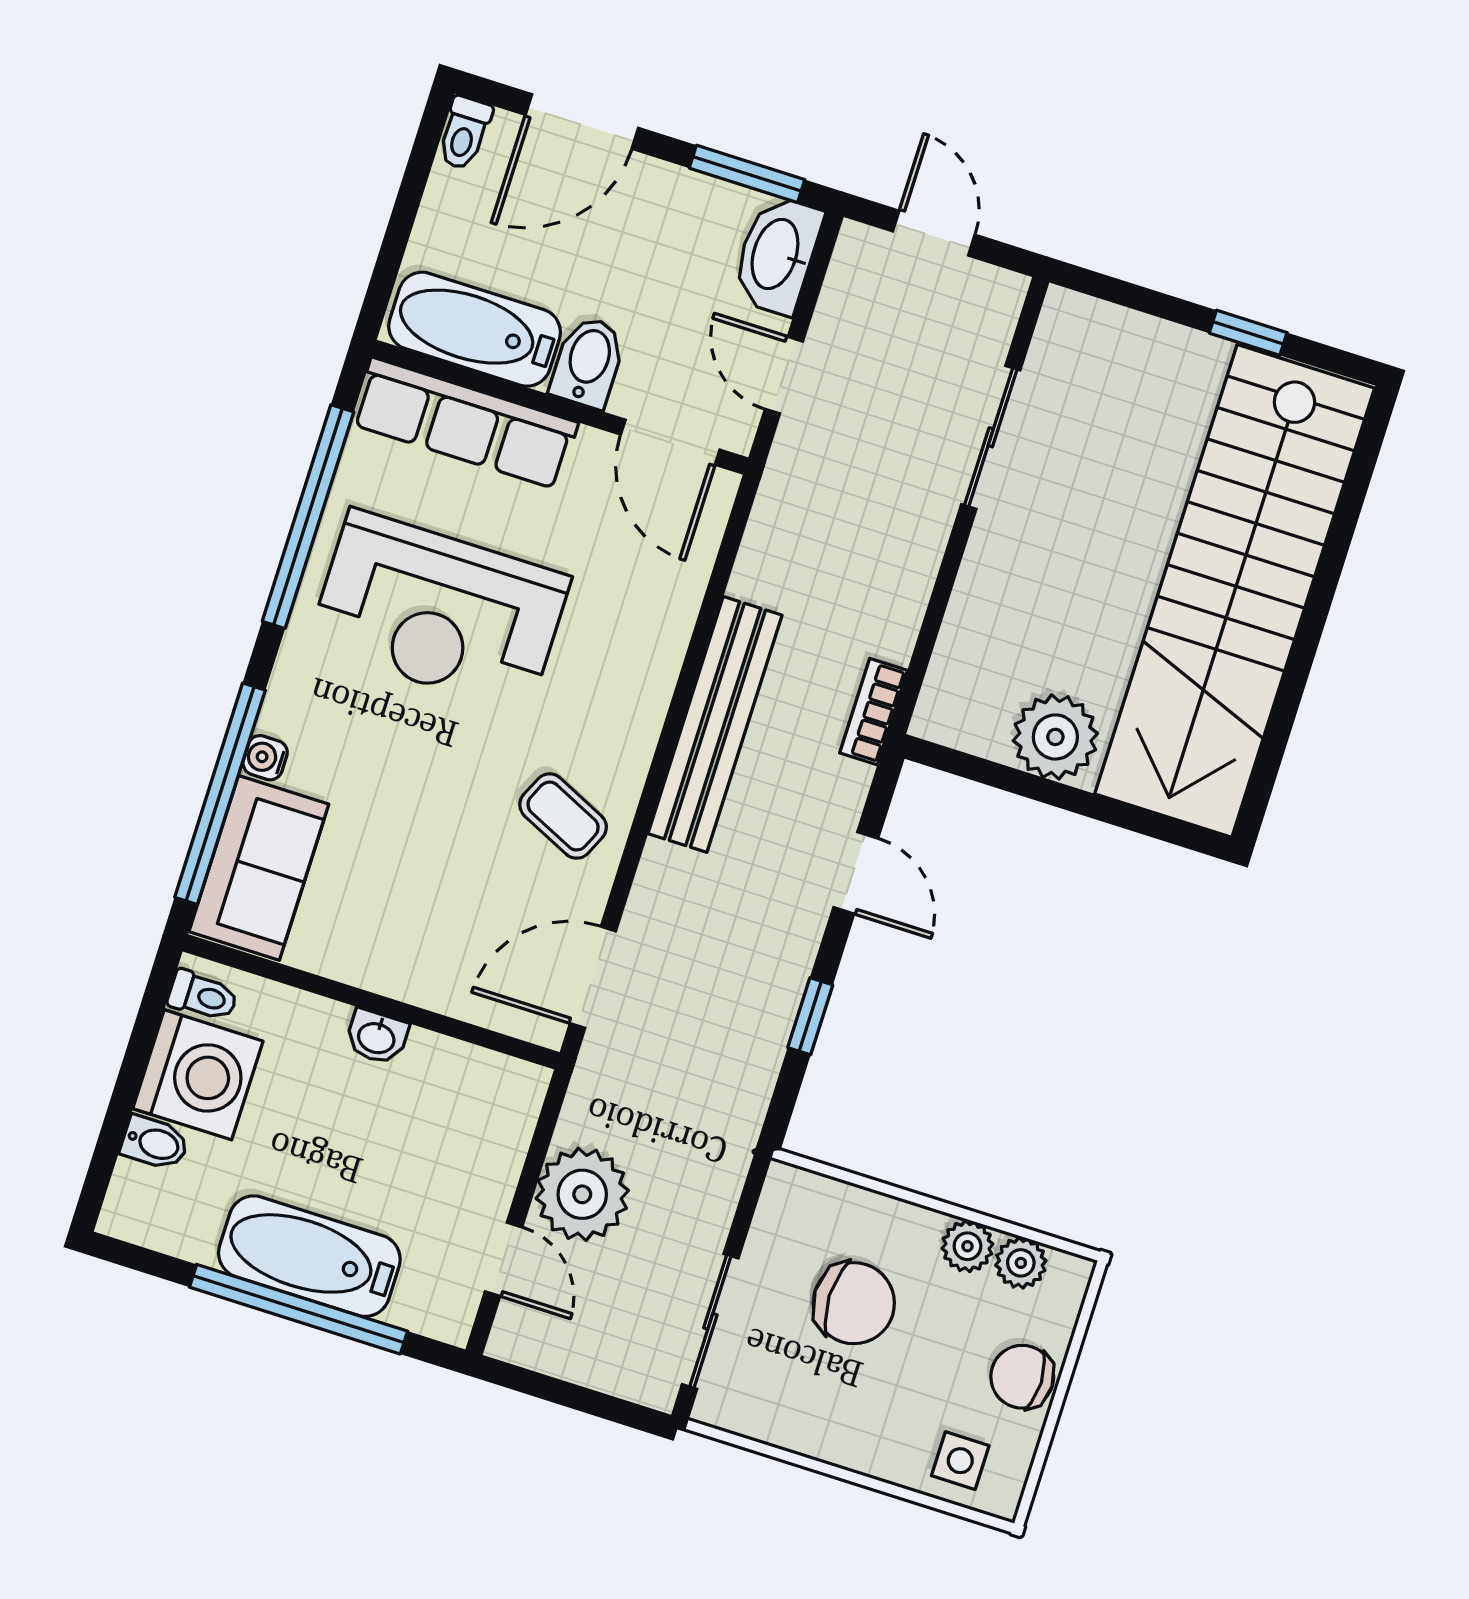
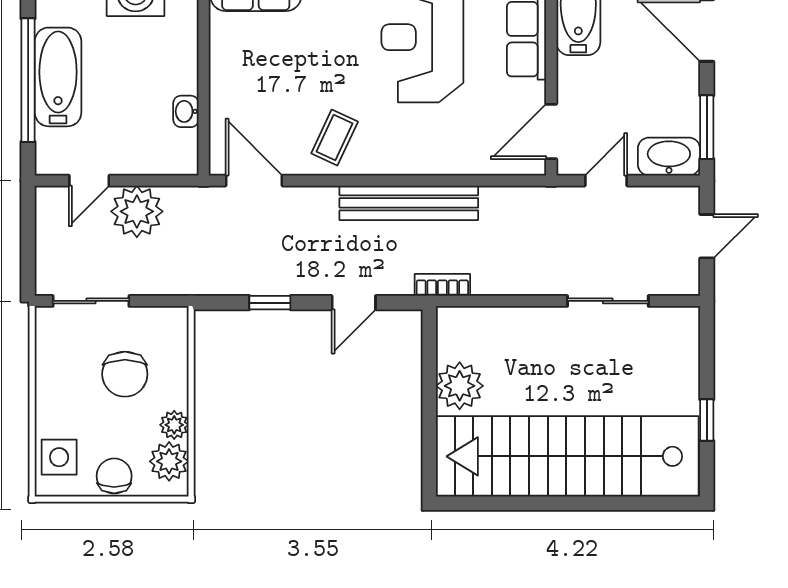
bidet: (588, 362) -> (580, 74), removed
washbasin: (377, 1037) -> (186, 111), moved
plant: (1021, 1263) -> (169, 461), width x1.38, depth x1.38
side table: (960, 1461) -> (59, 457), width x1.37, depth x1.37

